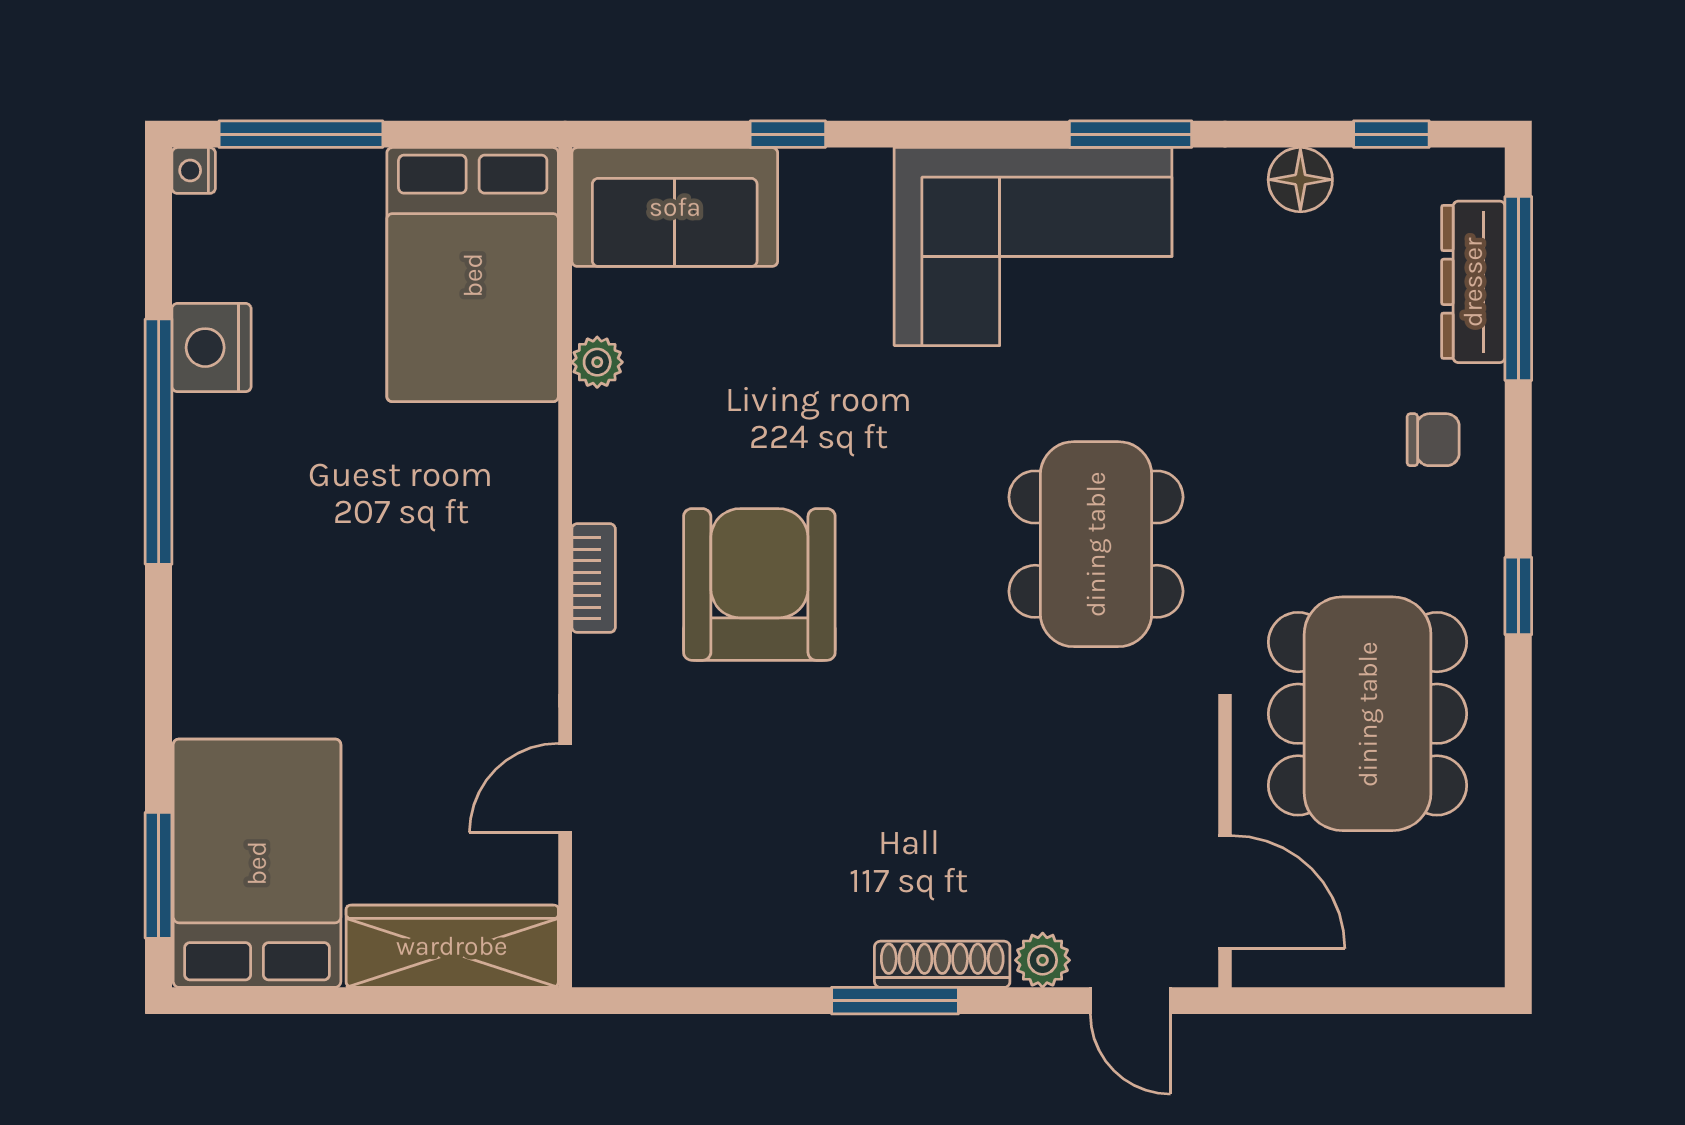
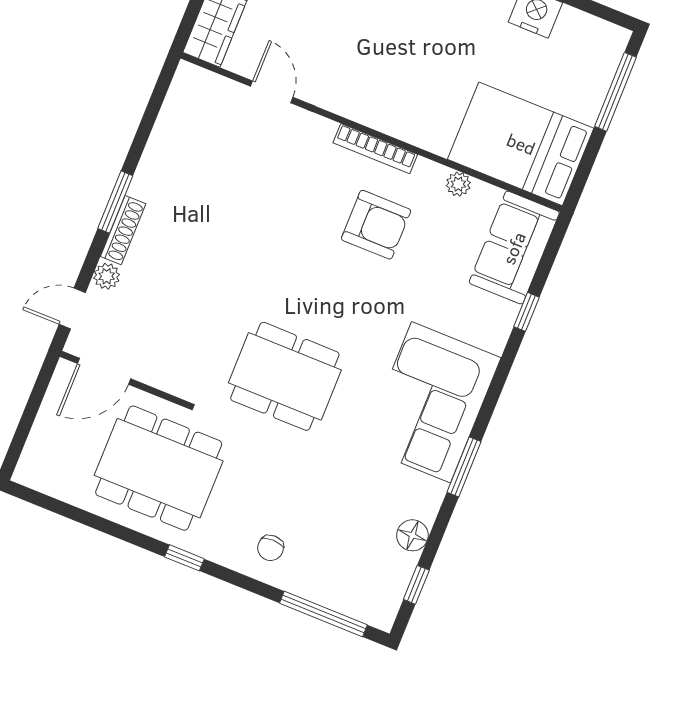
nightstand: (194, 170) -> (619, 37), removed
dresser: (1473, 282) -> (335, 595), removed
bookcase: (594, 578) -> (375, 149), width x1.56
armchair: (759, 584) -> (376, 225), moved, width x0.73, depth x0.73

